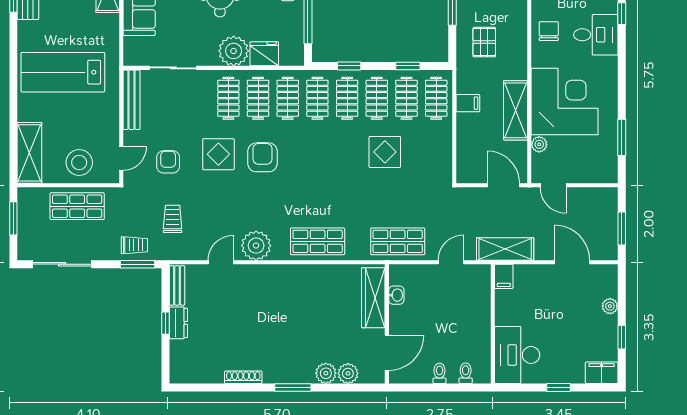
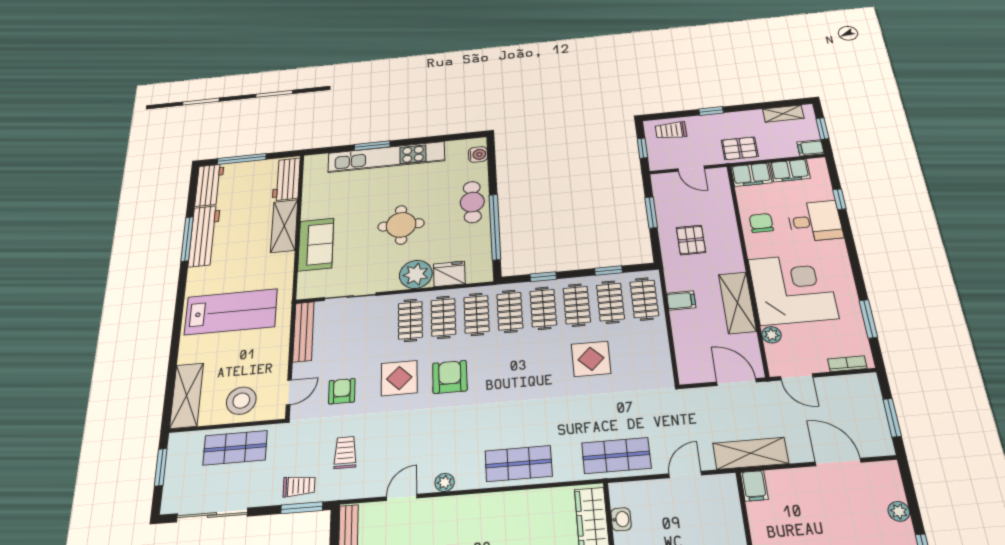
lab bench: (63, 72) -> (231, 312), turned 180
bookcase: (596, 177) -> (847, 364), added
plant: (256, 246) -> (445, 482), width x0.53, depth x0.53

